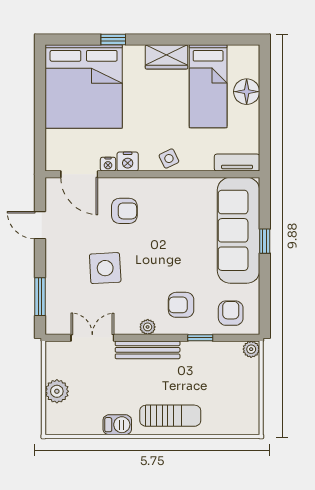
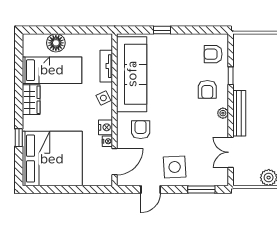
tv unit: (237, 163) -> (106, 66), moved
sofa: (239, 230) -> (132, 74), moved, turned -90
side table: (105, 268) -> (175, 167), moved
plant: (251, 349) -> (239, 40), removed

